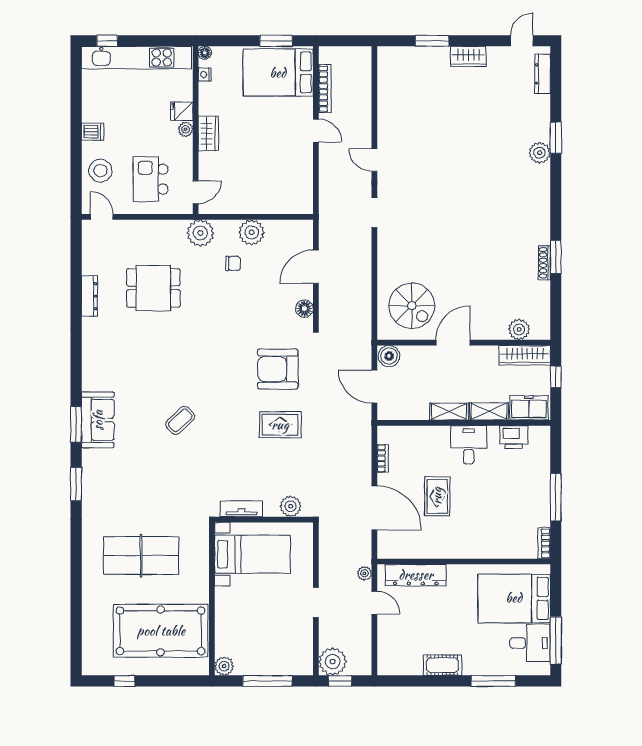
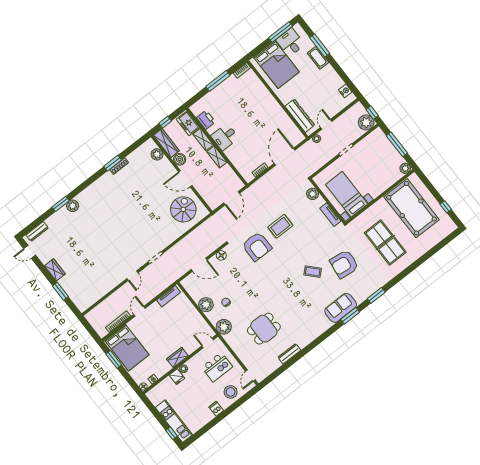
kitchen unit: (136, 58) -> (174, 421), width x0.73
tv unit: (305, 189) -> (169, 296), added
dining table: (153, 288) -> (264, 329), turned 90
boiler: (389, 356) -> (180, 159), moved
rug: (280, 425) -> (280, 226), turned 90
armchair: (156, 473) -> (344, 264), added
rug: (437, 496) -> (258, 133), removed
cot: (442, 665) -> (318, 58), moved
nightstand: (400, 667) -> (345, 91), added

